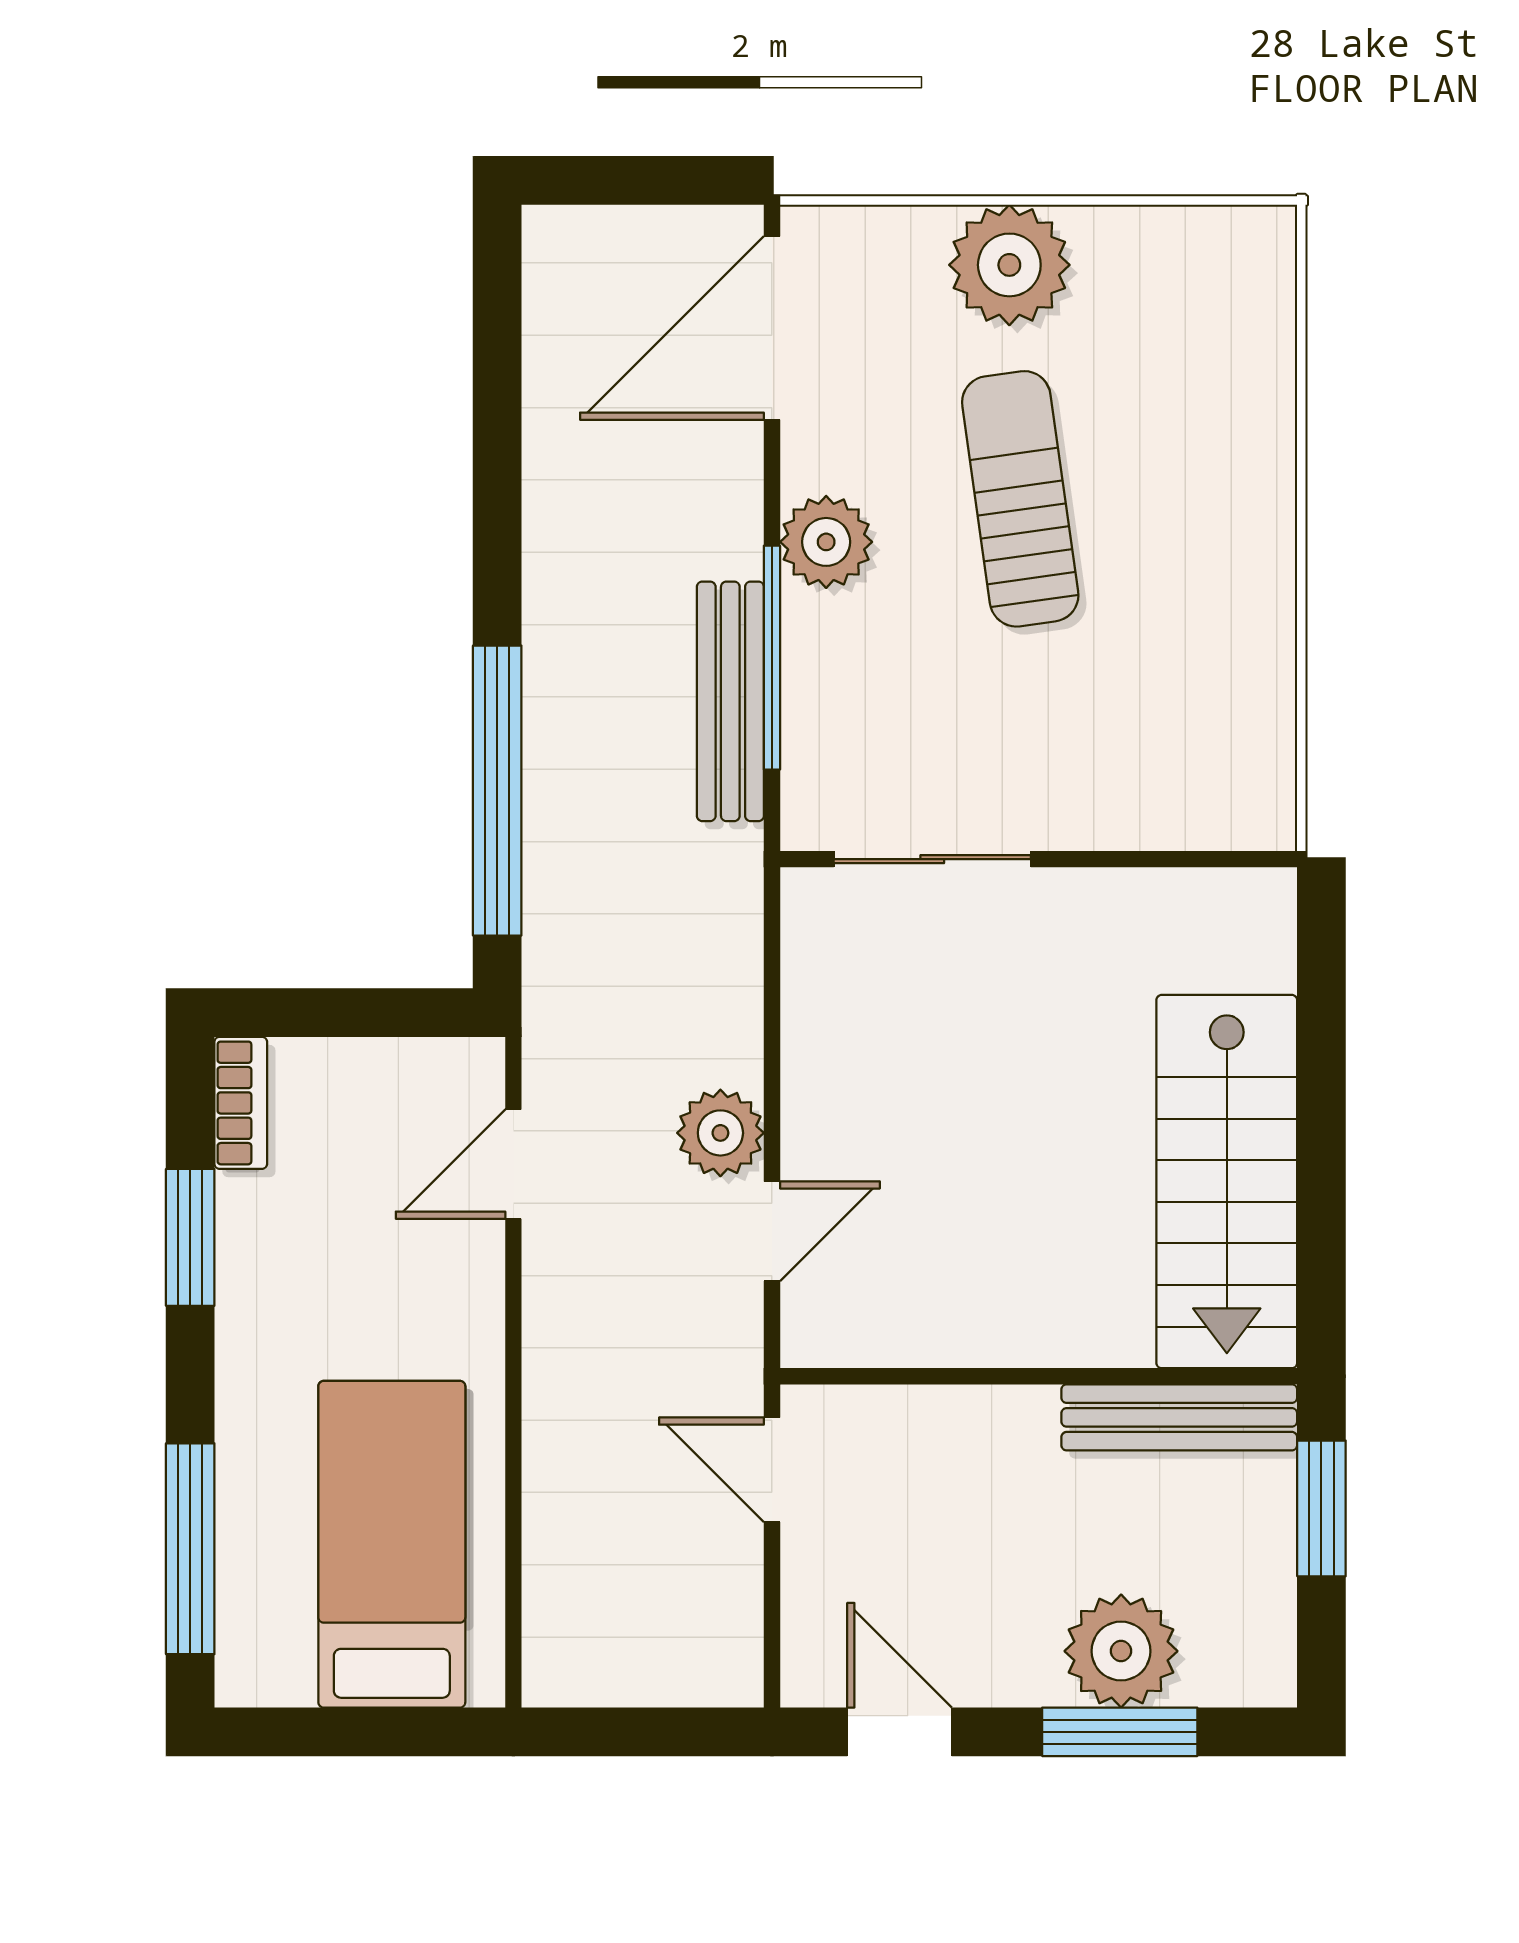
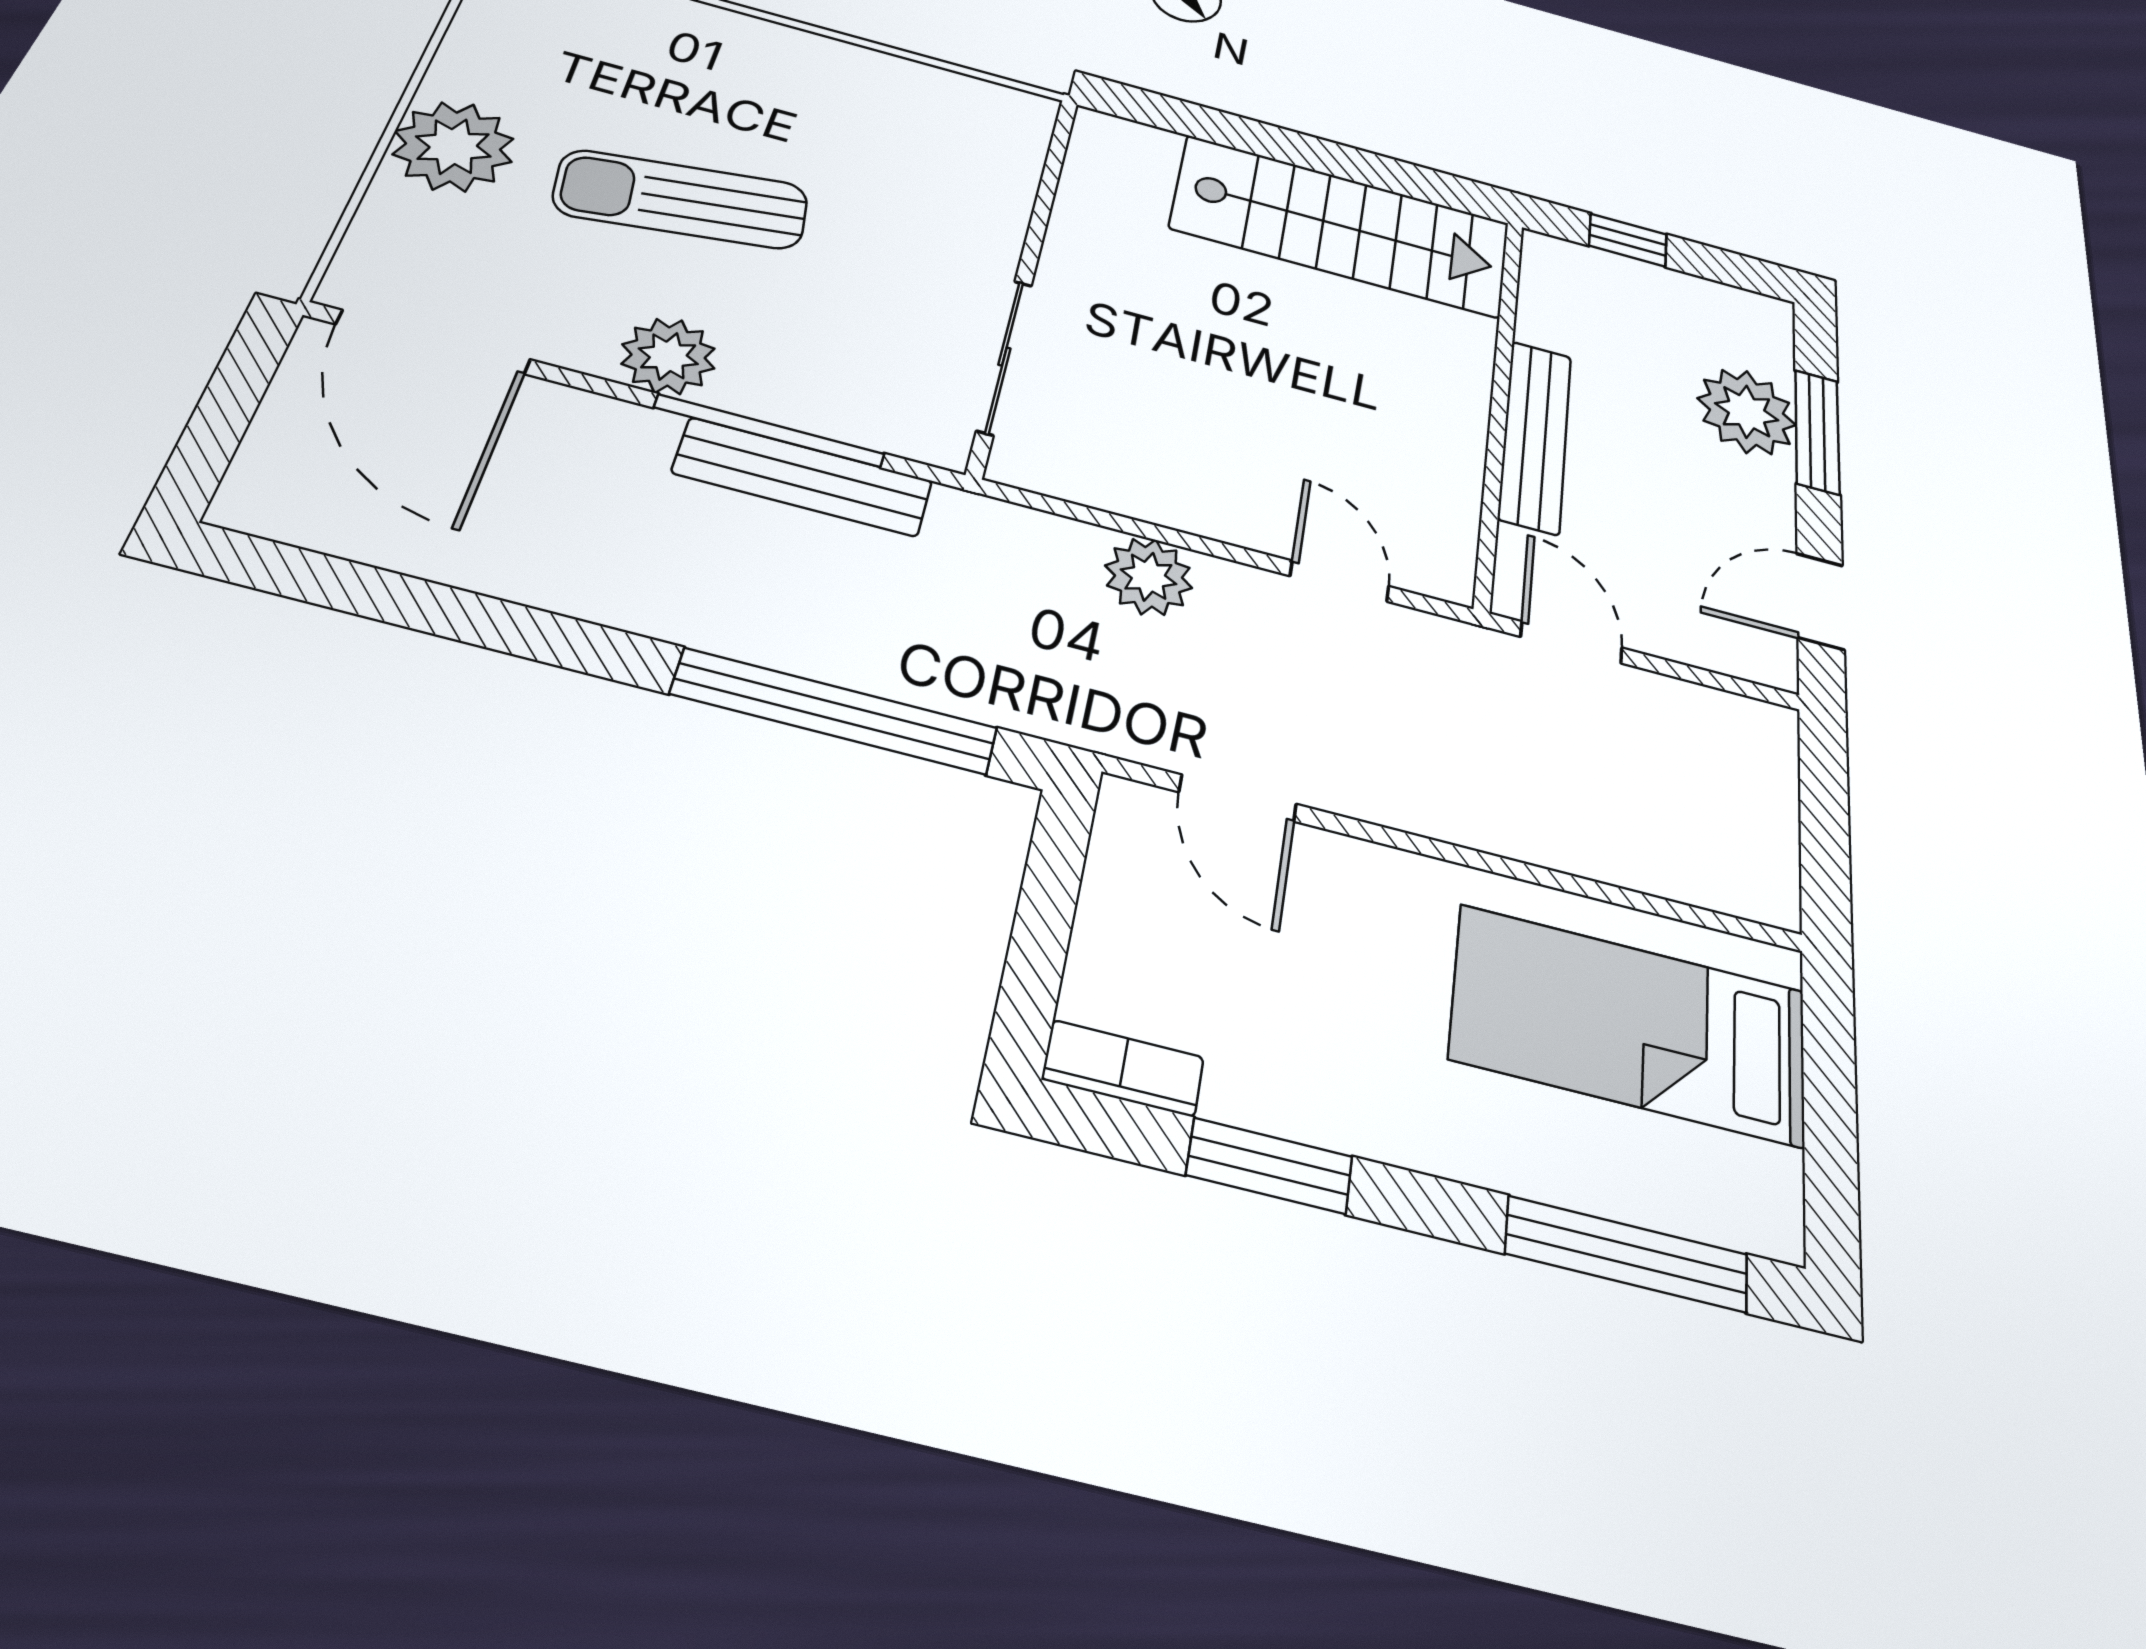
plant: (720, 1133) -> (1149, 577), moved
bench: (1179, 1417) -> (1535, 436), moved
door: (772, 1470) -> (1571, 642), swing flipped
window: (1321, 1508) -> (1628, 240), width x0.67

